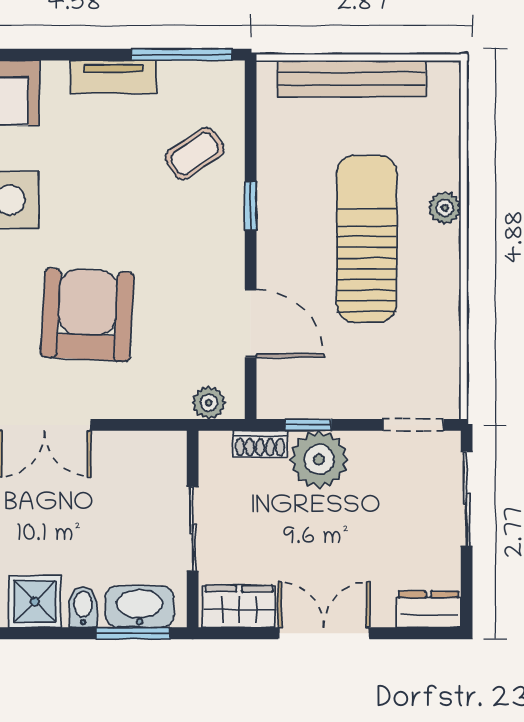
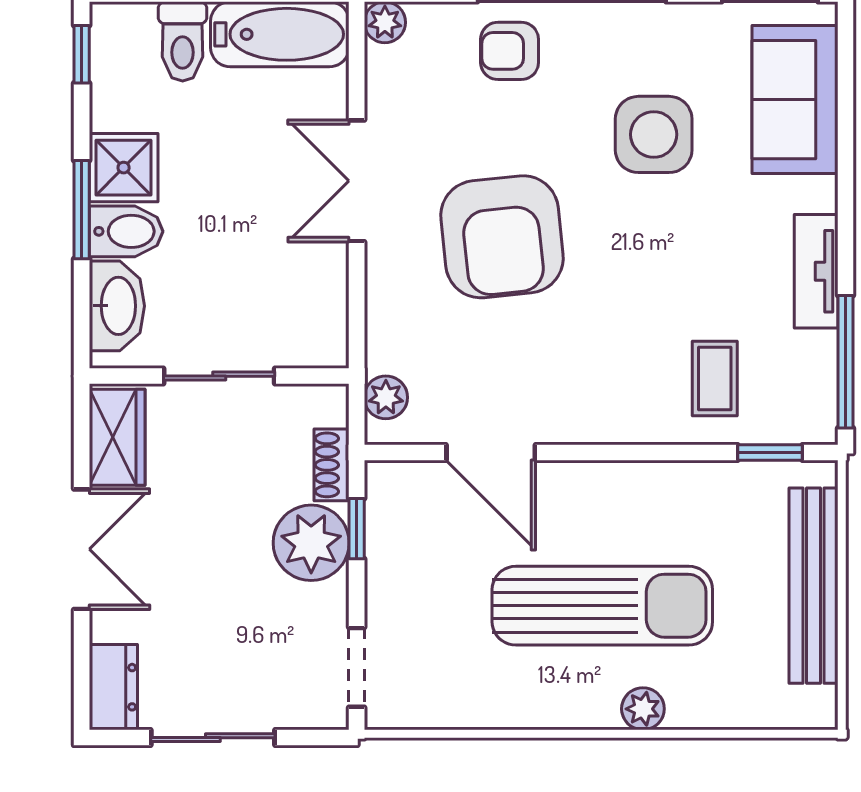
coffee table: (195, 154) -> (715, 378), turned 34
window: (251, 206) -> (770, 452), moved
armchair: (87, 315) -> (502, 237), turned 81
door: (251, 323) -> (491, 452), hinge flipped
sliding door: (467, 499) -> (213, 738), moved
bidet: (83, 607) -> (126, 231), width x1.38, depth x1.36
window: (133, 633) -> (82, 210), moved

